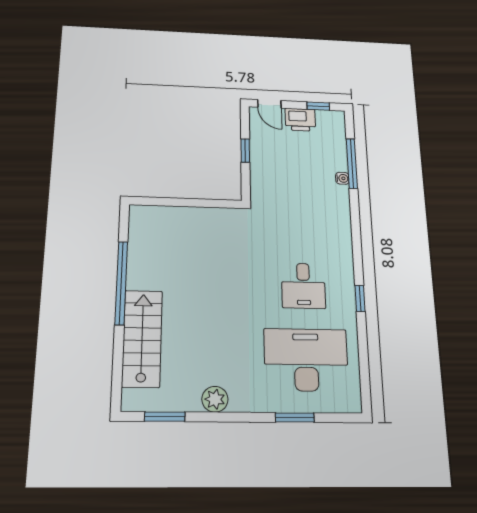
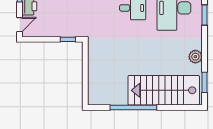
window: (245, 151) -> (68, 39), moved
stairs: (142, 338) -> (164, 90), width x1.36, depth x1.51

